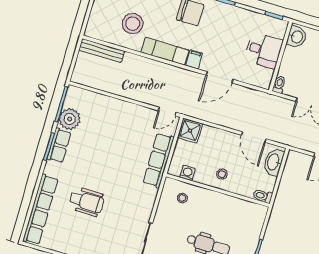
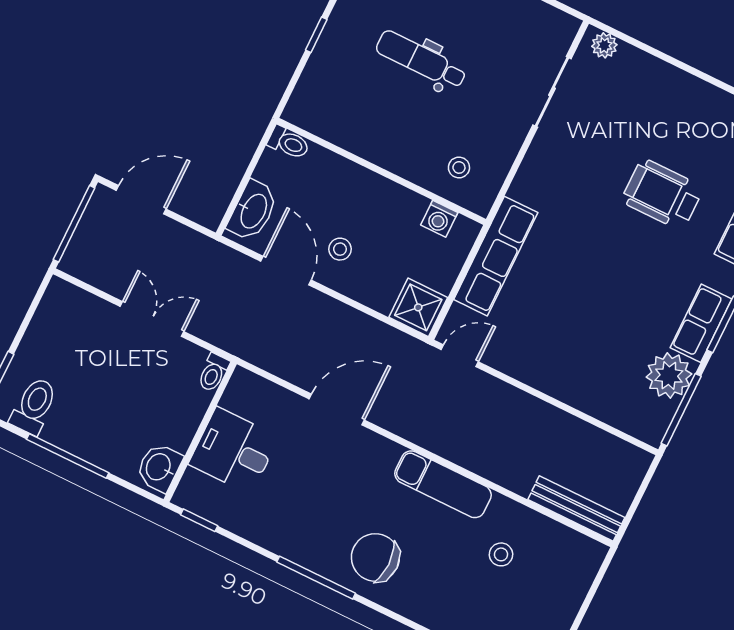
stool: (133, 24) -> (501, 554), width x0.53, depth x0.53
filing cabinet: (194, 59) -> (384, 457), removed
stool: (222, 174) -> (340, 249), moved

